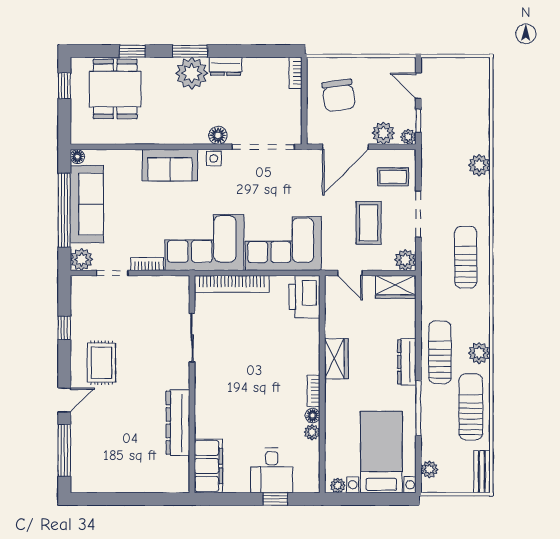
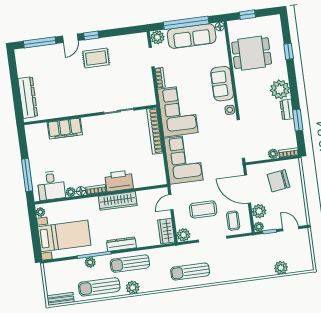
window: (190, 51) -> (298, 120), moved
window: (64, 86) -> (247, 15), moved
door: (418, 86) -> (291, 229), hinge flipped
dining table: (115, 89) -> (252, 53), moved
plant: (294, 98) -> (273, 154), added
floor lamp: (218, 135) -> (244, 110), removed
plant: (479, 165) -> (281, 268), moved
sun lounger: (466, 257) -> (190, 272), turned 180
printer: (304, 297) -> (119, 181), moved
window: (64, 328) -> (91, 36), moved
sun lounger: (440, 352) -> (130, 264), turned 180
wardrobe: (336, 359) -> (118, 201), width x1.50
door: (64, 400) -> (70, 38), hinge flipped
sun lounger: (471, 407) -> (99, 287), turned 180
dresser: (178, 423) -> (28, 98), moved, turned 90
filing cabinet: (208, 466) -> (65, 129), moved
plant: (429, 469) -> (90, 262), moved
desk: (272, 470) -> (51, 186), moved, turned -90
window: (275, 499) -> (27, 175), width x2.17

